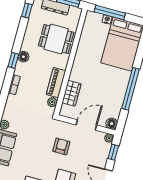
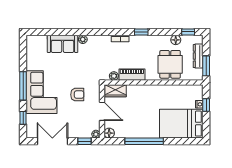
window: (110, 12) -> (206, 105), width x0.46
floor lamp: (23, 57) -> (176, 40), moved
wardrobe: (71, 93) -> (116, 91), moved

